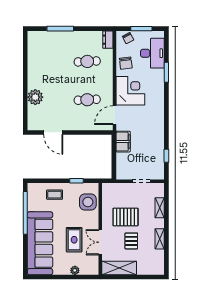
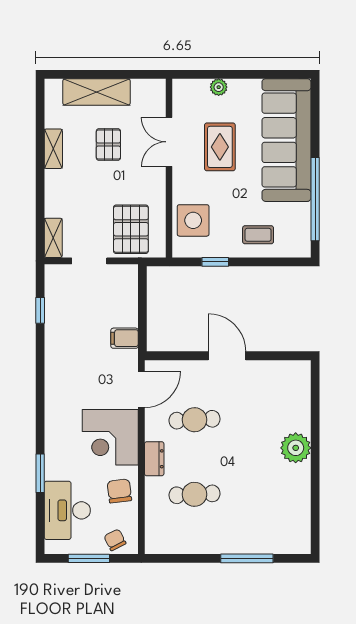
dresser: (108, 40) -> (154, 459), moved
plant: (35, 97) -> (296, 448), moved
door: (53, 133) -> (227, 356), moved
filing cabinet: (123, 142) -> (125, 338), width x0.50
shelving: (160, 208) -> (53, 238), moved
pallet: (126, 217) -> (131, 229), moved, turned 90
double door: (100, 242) -> (169, 142), swing flipped
shelving: (119, 268) -> (96, 92), moved

